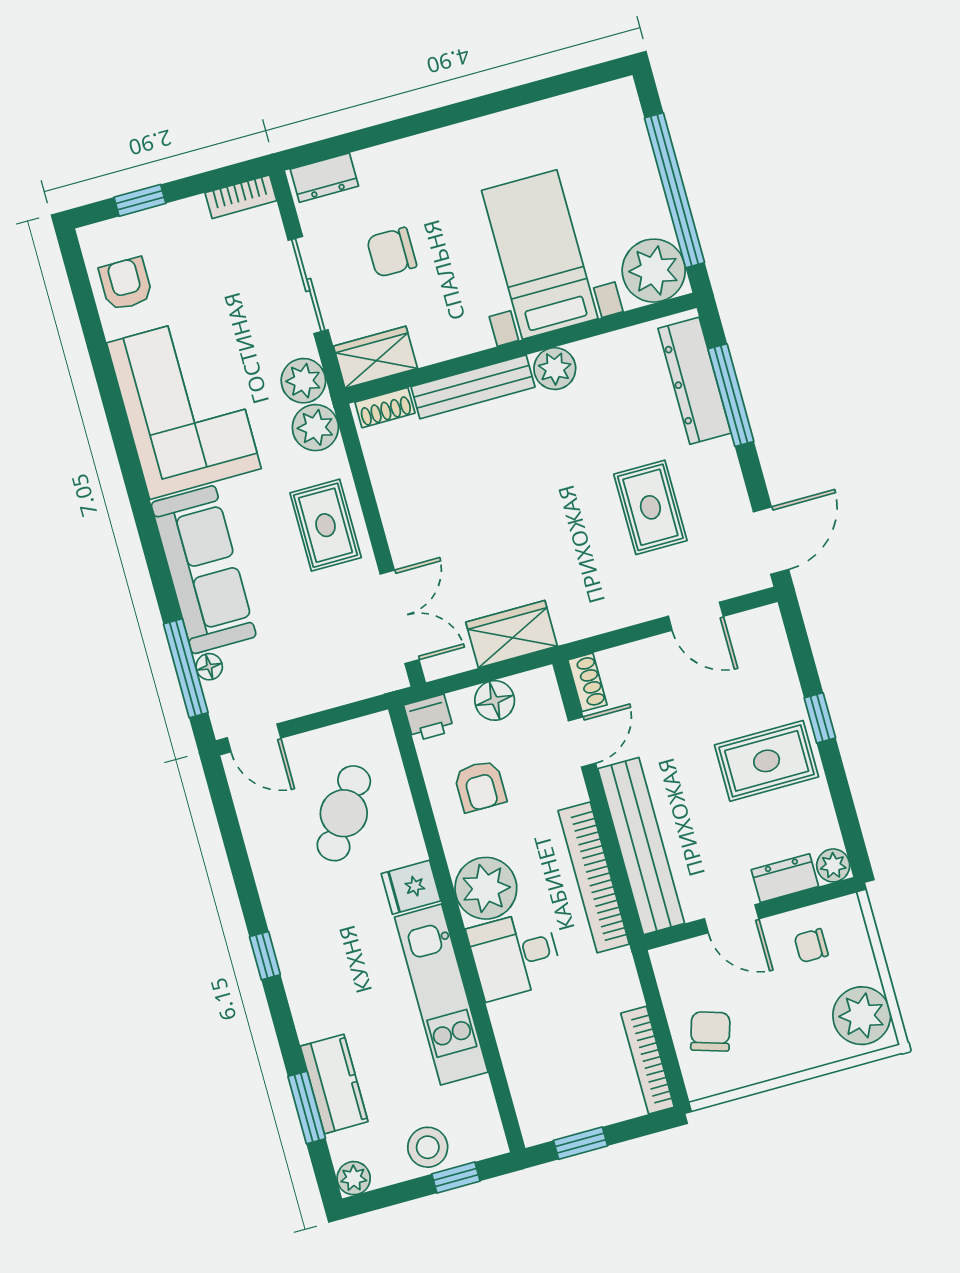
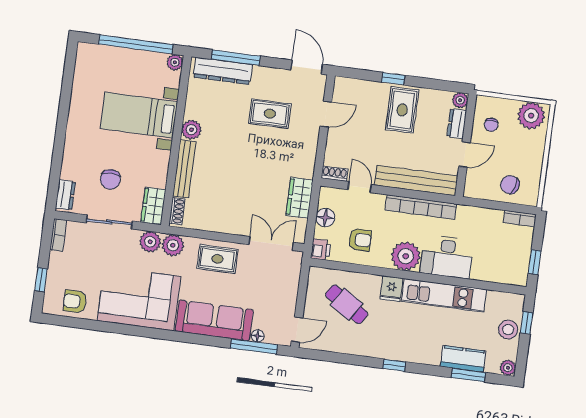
plant: (654, 271) -> (175, 62), width x0.53, depth x0.53
desk: (515, 955) -> (447, 257), width x1.37
bookcase: (648, 1060) -> (520, 219), width x0.64

